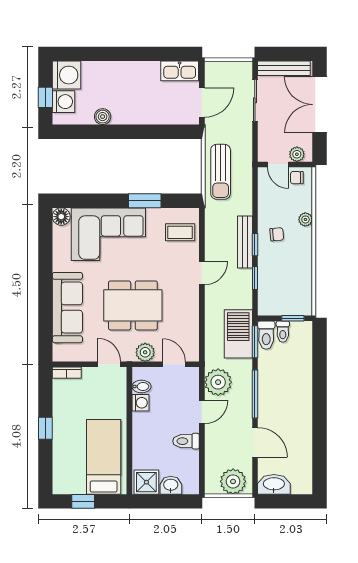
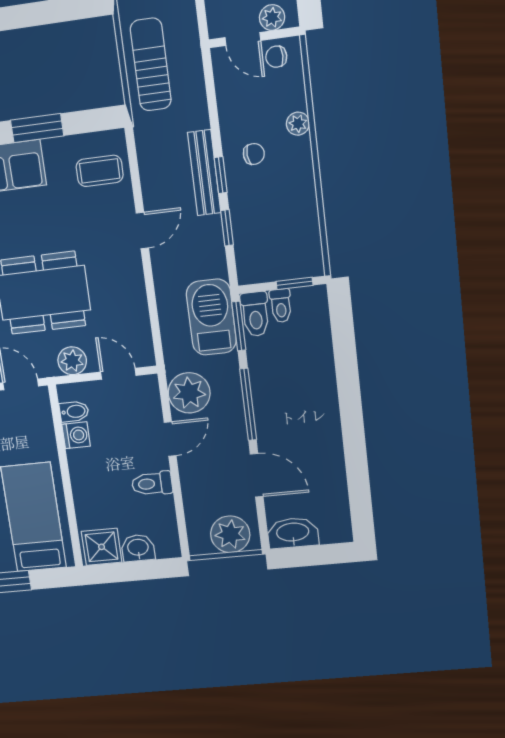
sun lounger: (221, 172) -> (151, 65), turned 180

